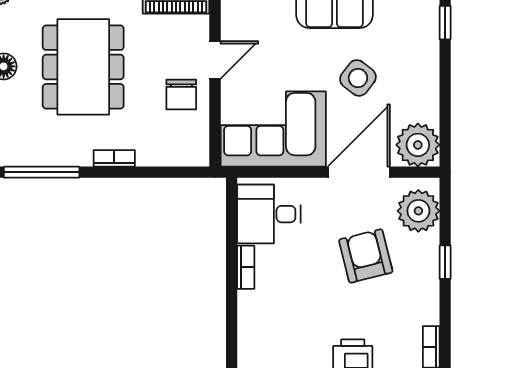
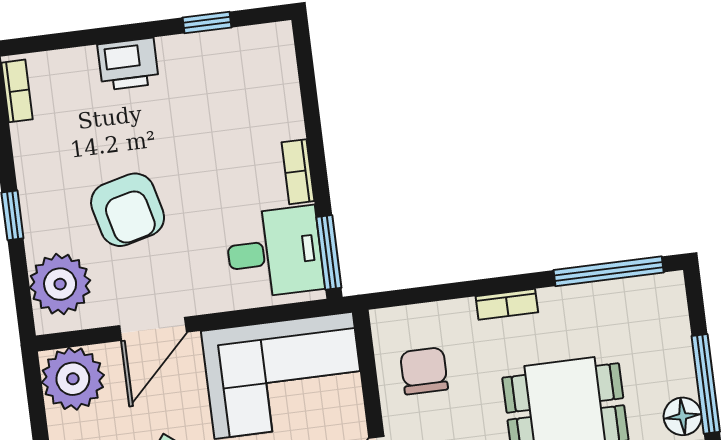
chair: (181, 95) -> (424, 371), moved
door: (359, 172) -> (153, 329), width x0.73
window: (232, 209) -> (329, 252), added

